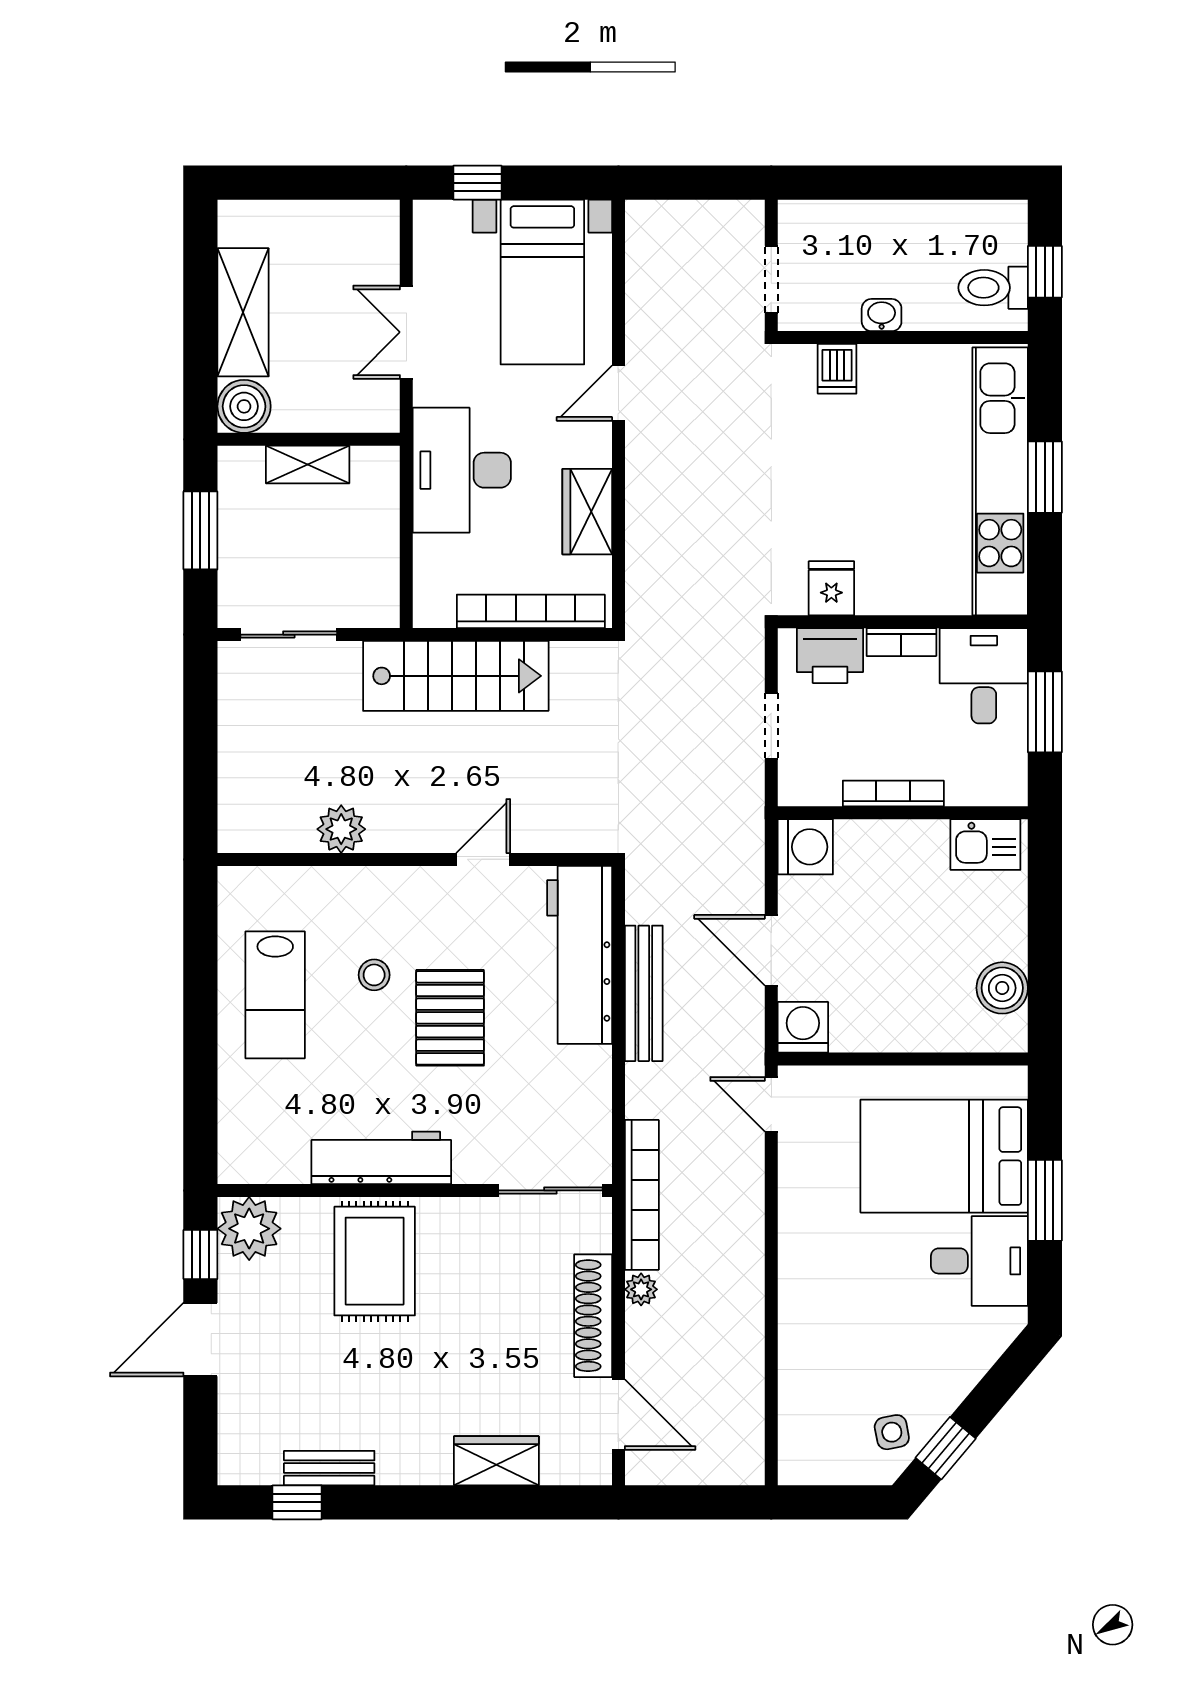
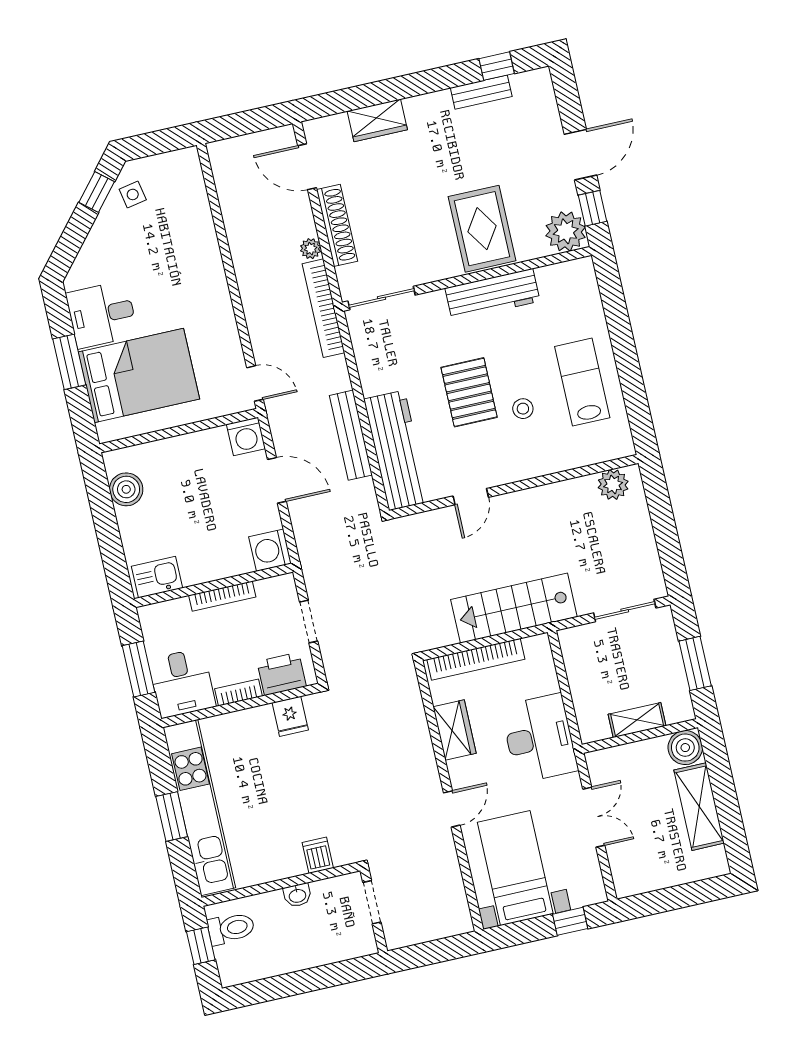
plant: (341, 829) -> (613, 485), moved

